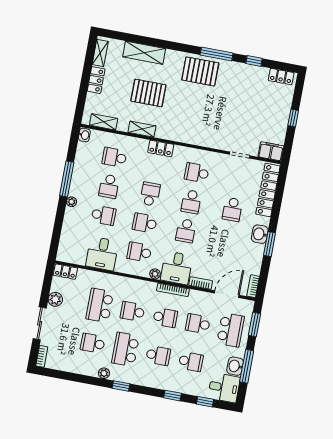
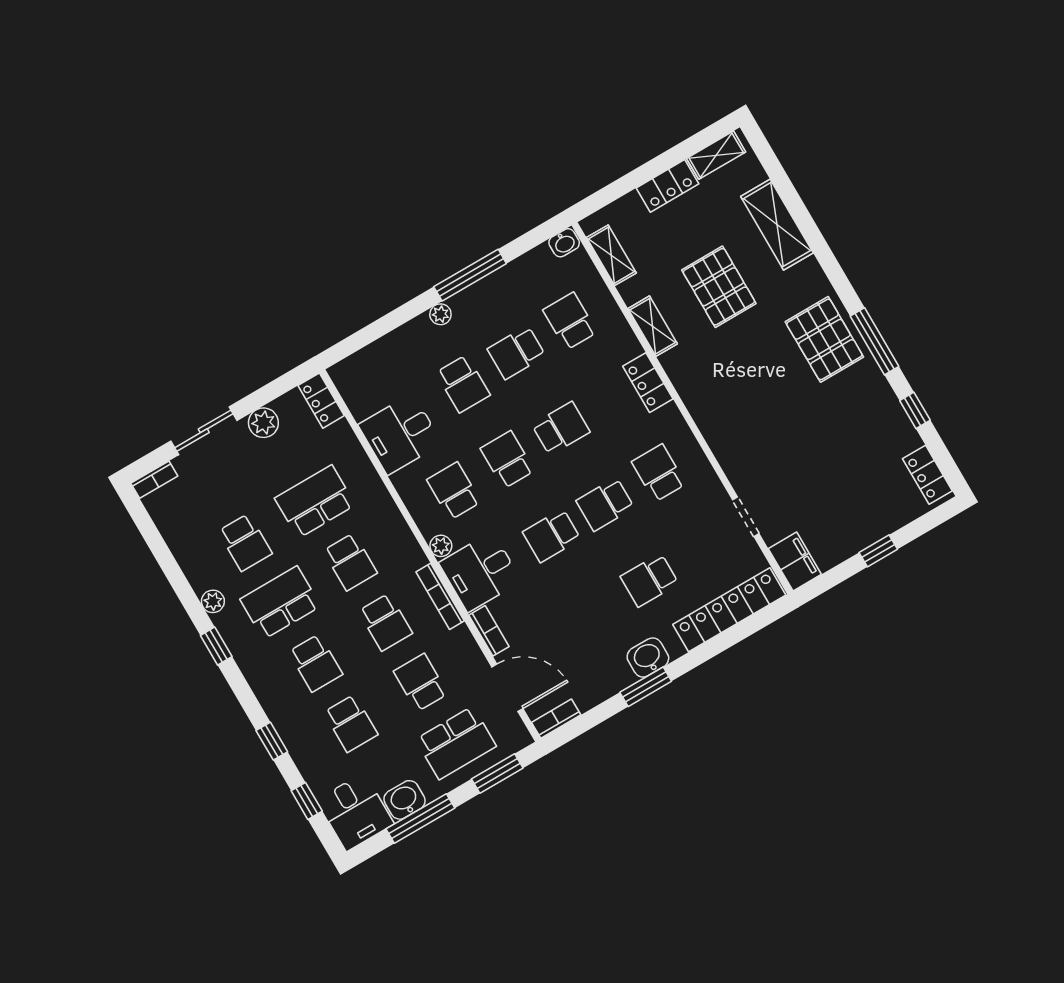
school desk: (132, 311) -> (350, 562), turned 180
school desk: (93, 343) -> (245, 542), turned 180

